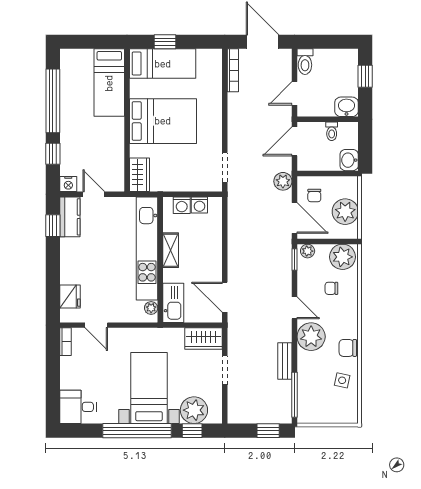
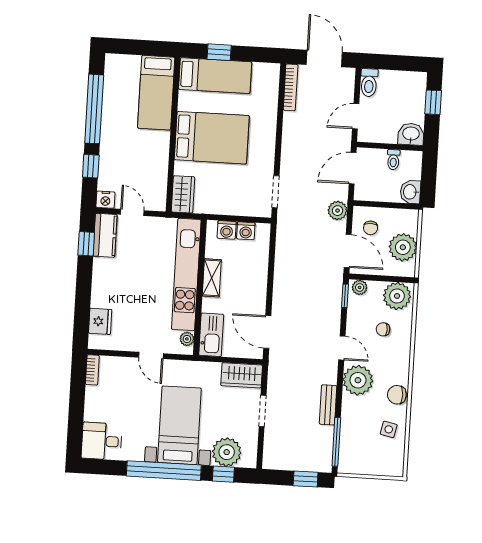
door: (96, 325) -> (151, 355), moved

